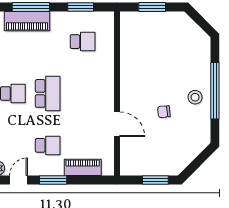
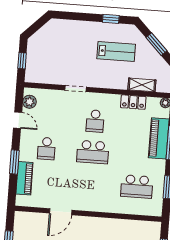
school desk: (83, 42) -> (137, 187), width x1.85
window: (53, 180) -> (14, 162), moved

